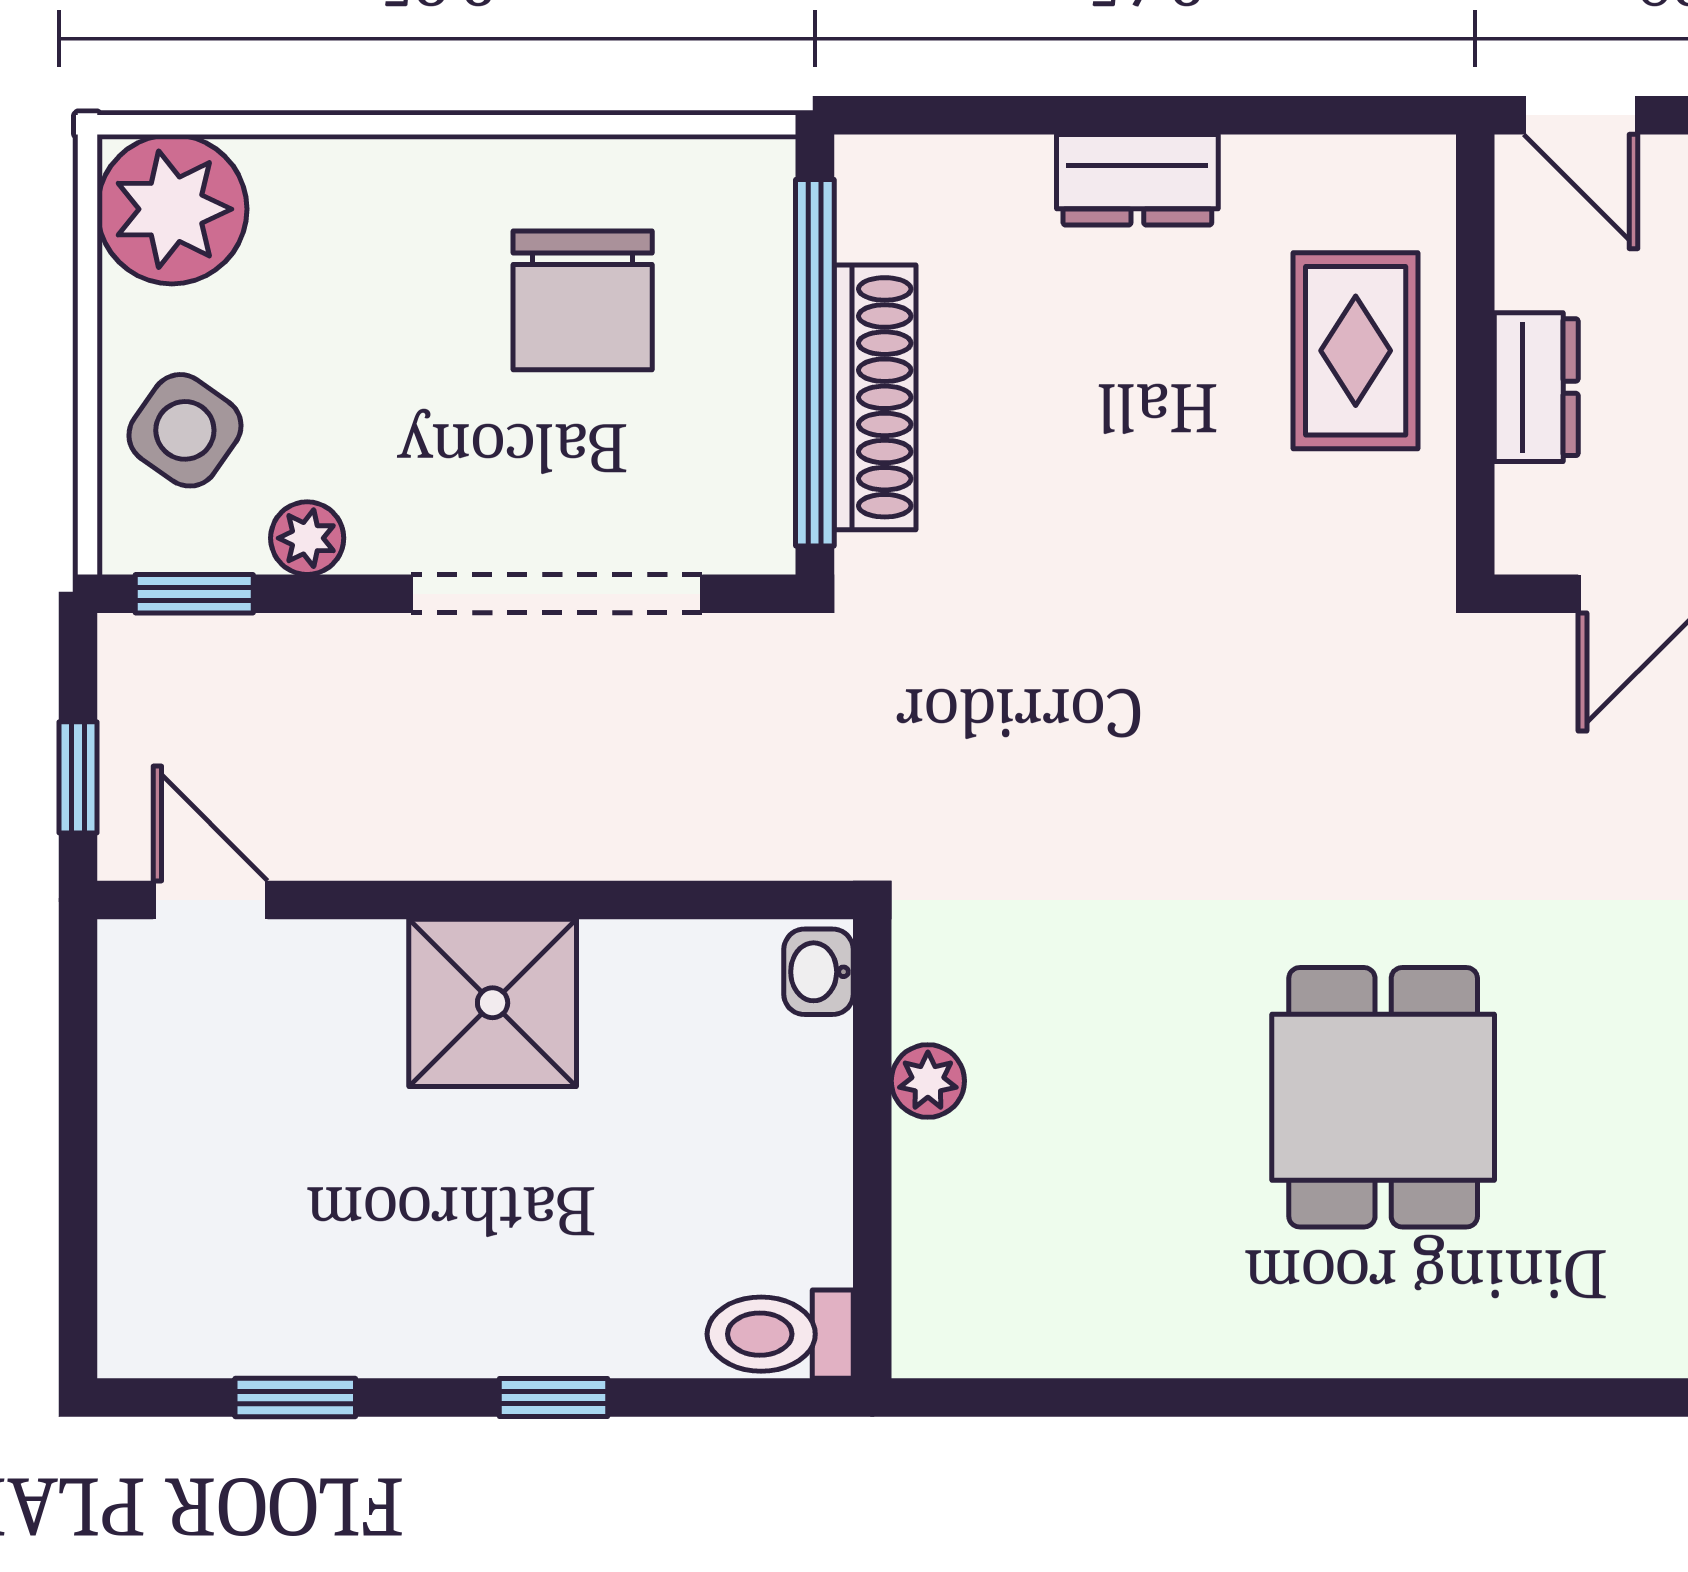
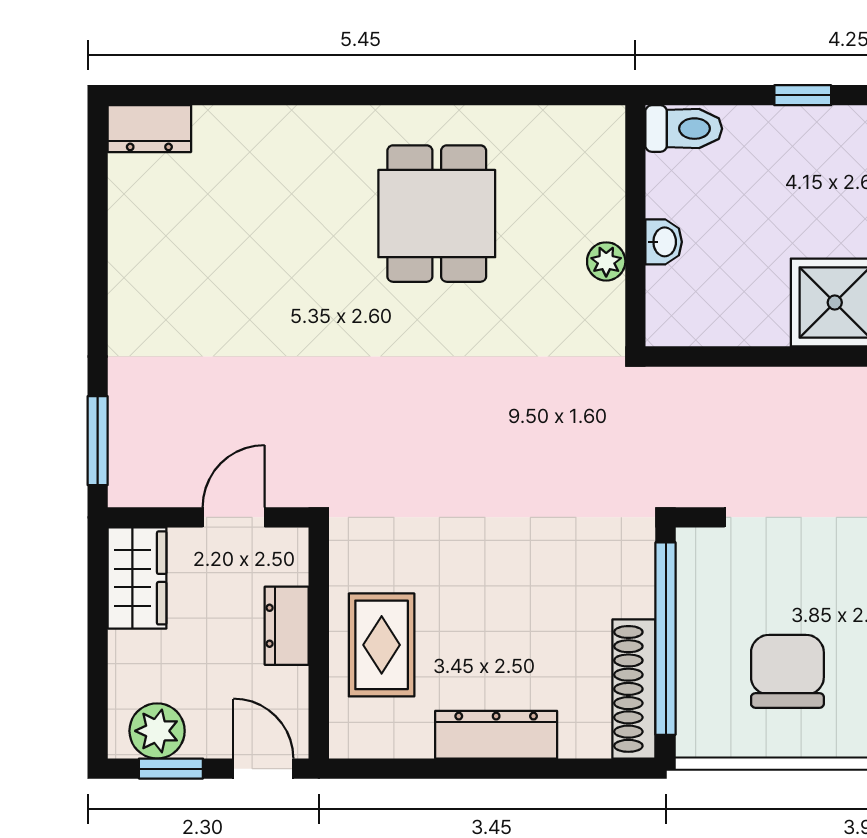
dresser: (1137, 180) -> (496, 735), width x1.44
shoe rack: (875, 397) -> (634, 689), moved
washbasin: (818, 972) -> (664, 242), moved
dining table: (1383, 1097) -> (437, 214), moved

